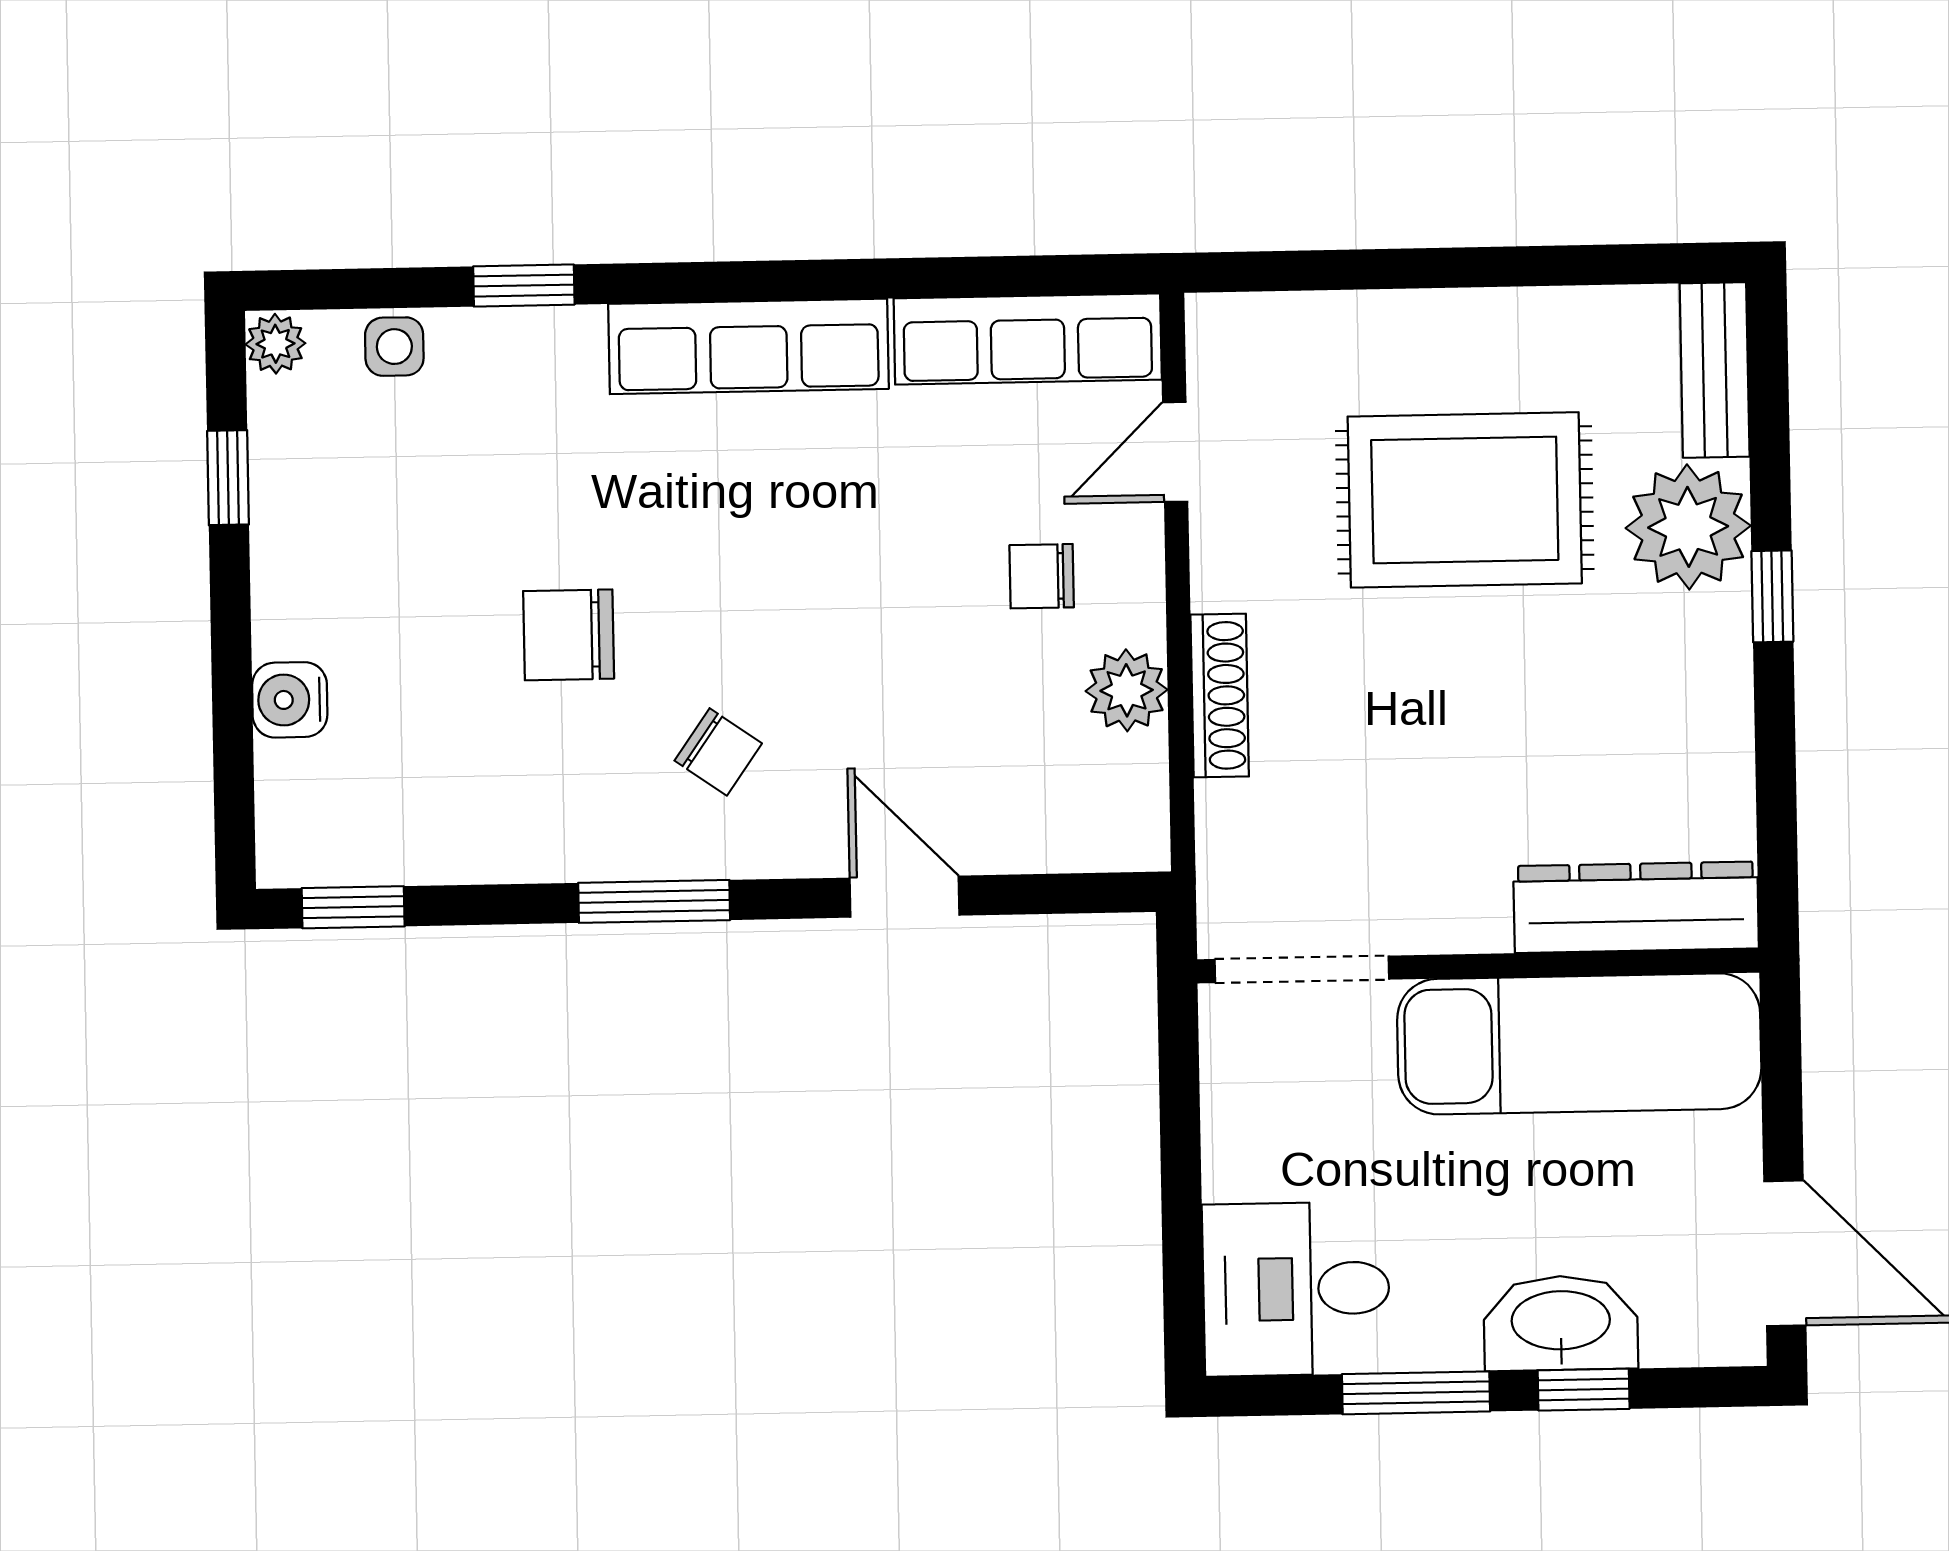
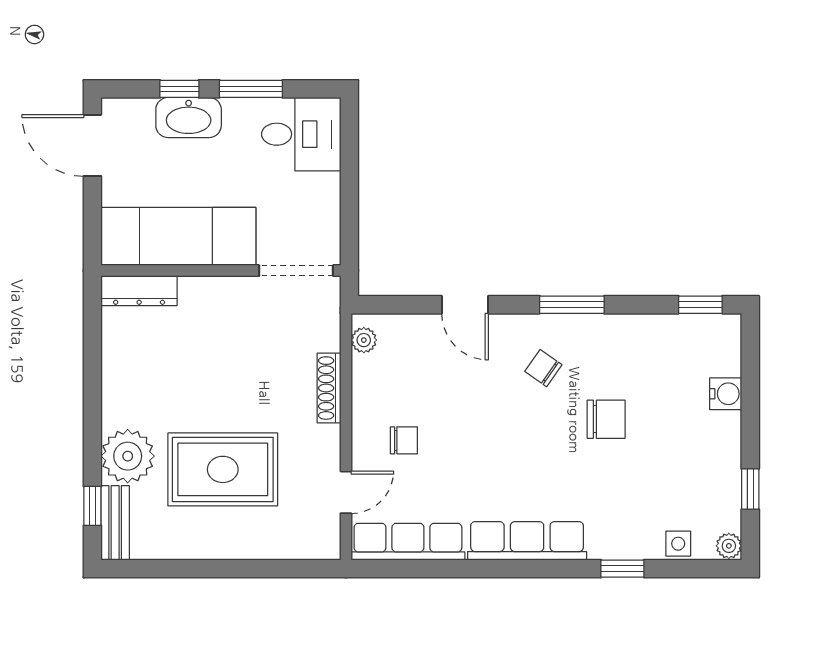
window: (1772, 596) -> (92, 506), moved
plant: (1127, 690) -> (364, 340), moved, width x0.73, depth x0.73
dresser: (1636, 907) -> (139, 291), width x0.73, depth x0.80

